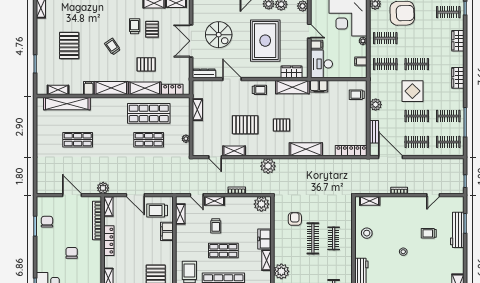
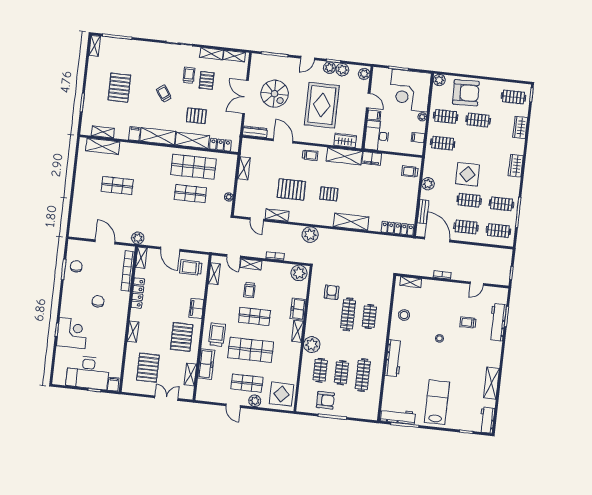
clothes rail: (417, 64) -> (478, 120), moved
shelving: (67, 104) -> (103, 146), width x0.68
filing cabinet: (167, 231) -> (196, 308), moved

